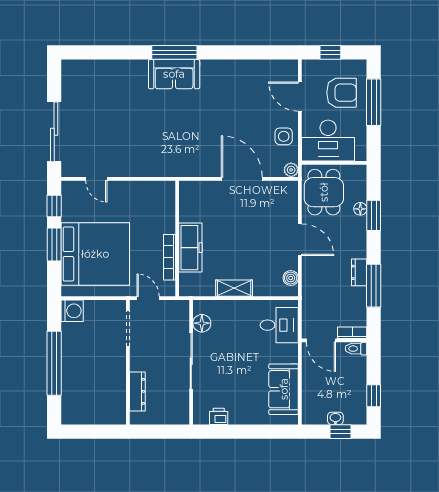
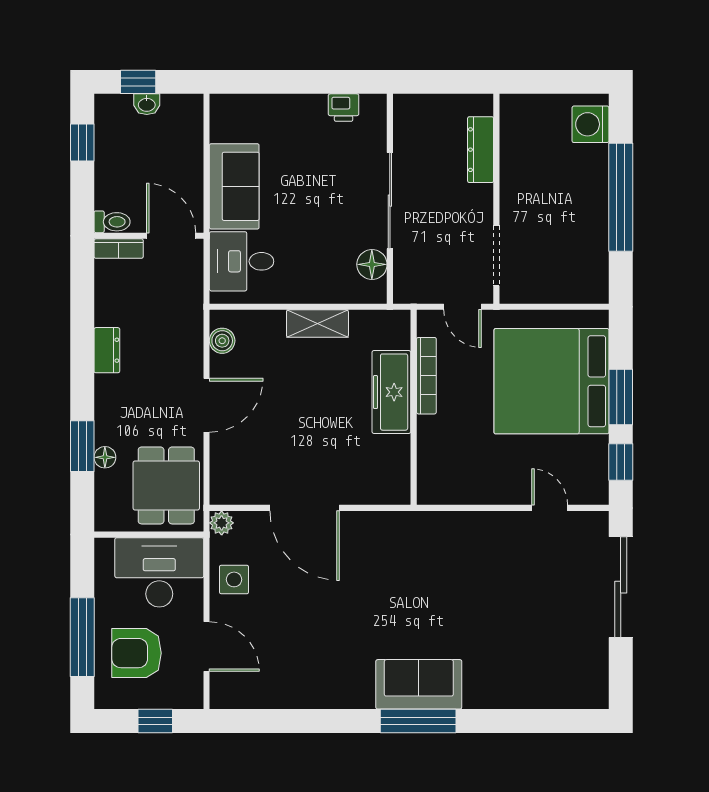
door: (300, 240) -> (207, 405), swing flipped
window: (374, 286) -> (82, 328), removed
washing machine: (72, 311) -> (590, 124), moved
sofa: (284, 389) -> (234, 186), moved

